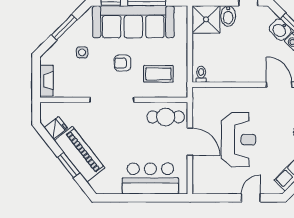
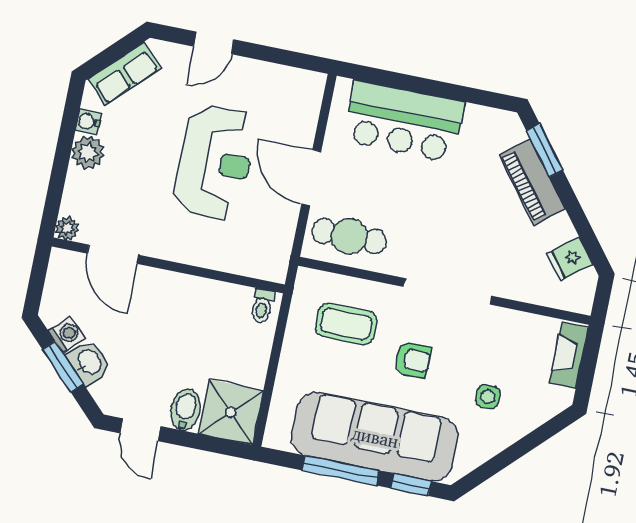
window: (64, 27) -> (513, 453), removed
reception desk: (238, 140) -> (215, 162), turned 180
piano: (79, 154) -> (532, 182), width x0.73, depth x0.75
window: (68, 165) -> (545, 150), moved

